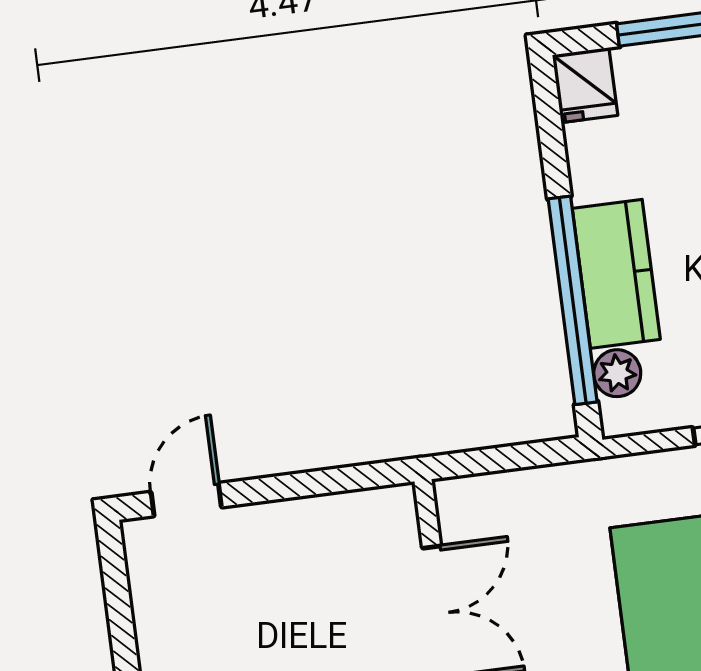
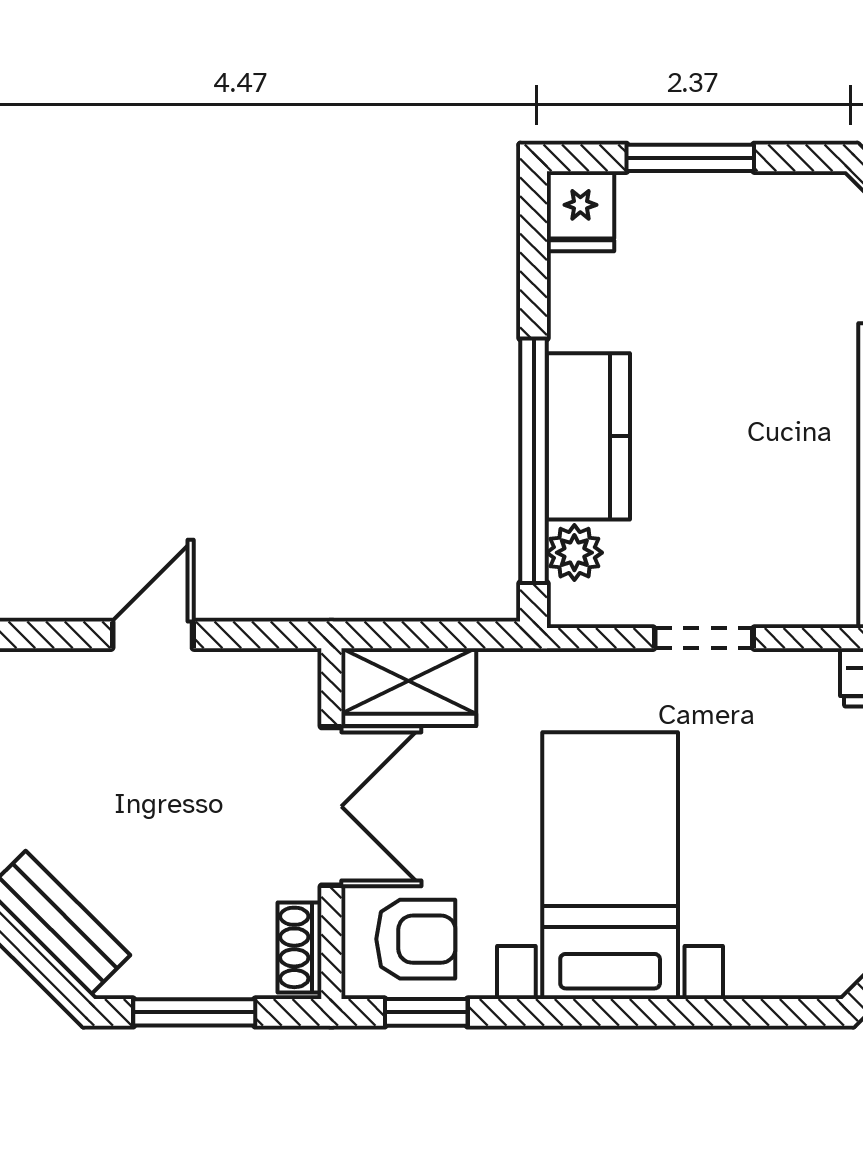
door: (186, 500) -> (153, 635), moved
wardrobe: (492, 505) -> (409, 687), added

